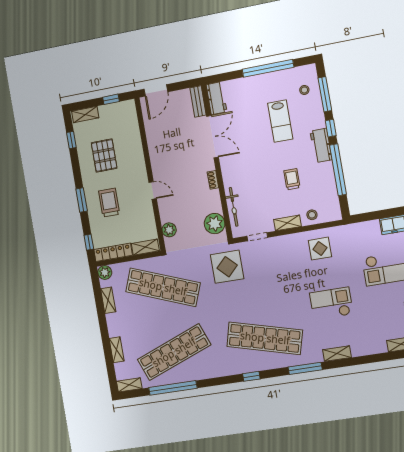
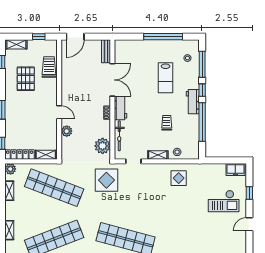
workbench: (217, 98) -> (121, 108), moved
trolley: (109, 203) -> (49, 67), moved
plant: (169, 230) -> (67, 131), moved
checkout: (331, 303) -> (180, 220), removed

